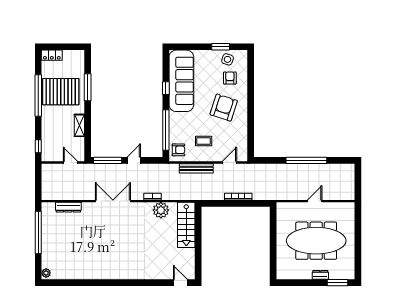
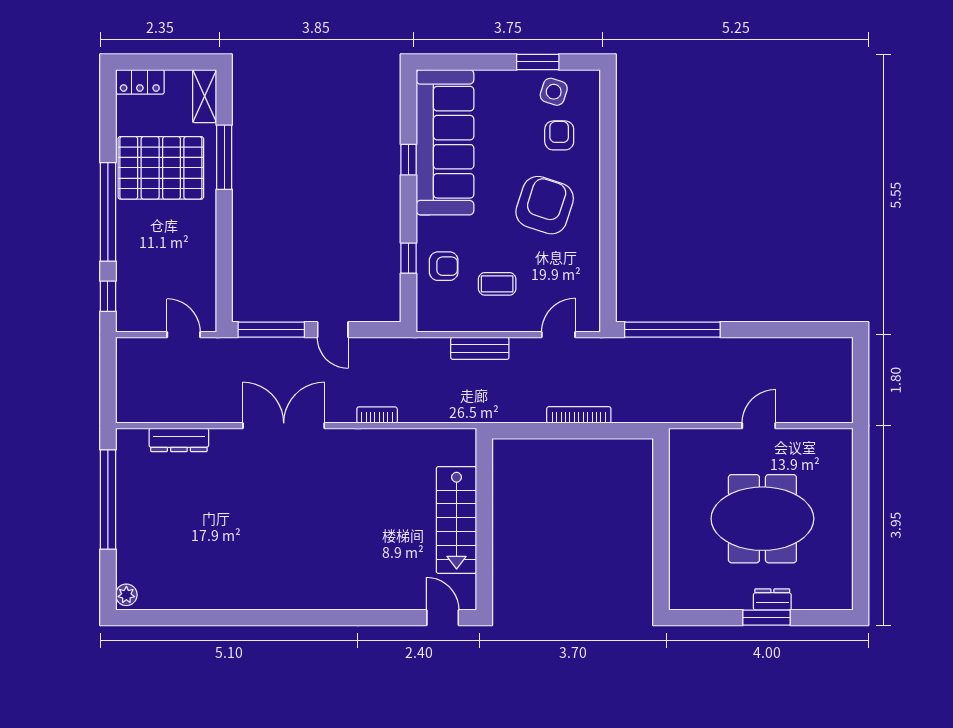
window: (38, 95) -> (108, 212), moved
shelving: (79, 125) -> (205, 96), moved
window: (166, 130) -> (409, 258), width x0.32
armchair: (178, 150) -> (444, 266), moved
door: (134, 160) -> (333, 330), swing flipped
window: (306, 160) -> (672, 330), moved
bench: (196, 168) -> (480, 348), width x0.73
plant: (161, 210) -> (397, 447), removed
stairs: (186, 225) -> (457, 520), moved
meeting table: (316, 241) -> (762, 519), width x0.73
window: (338, 283) -> (766, 618), moved

